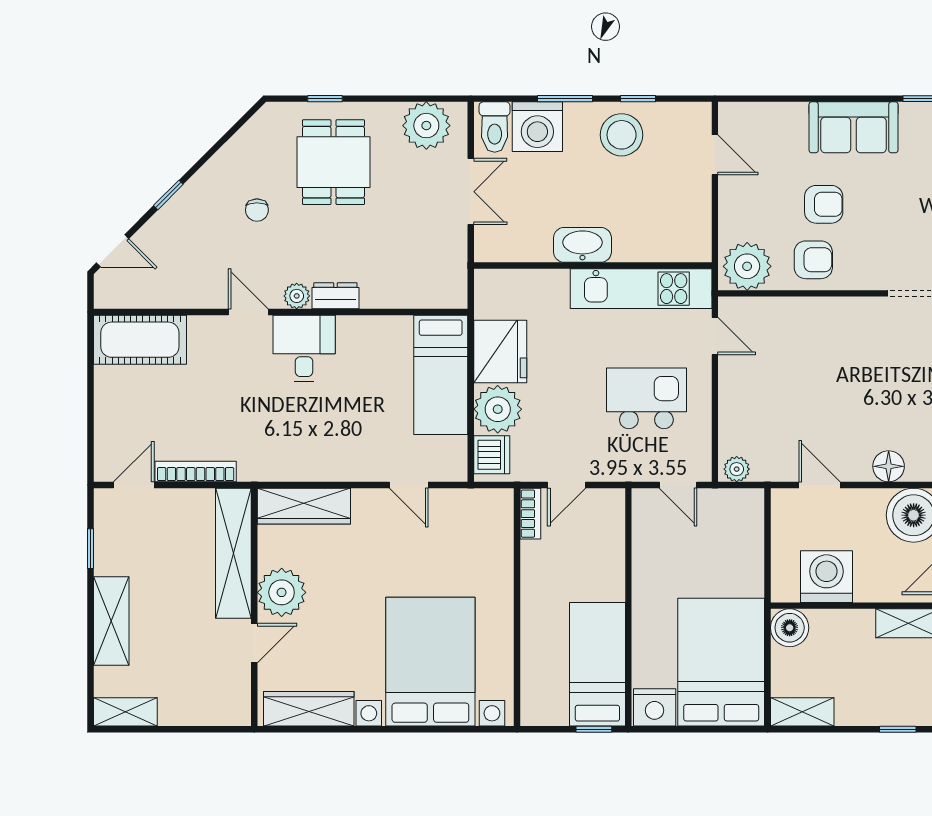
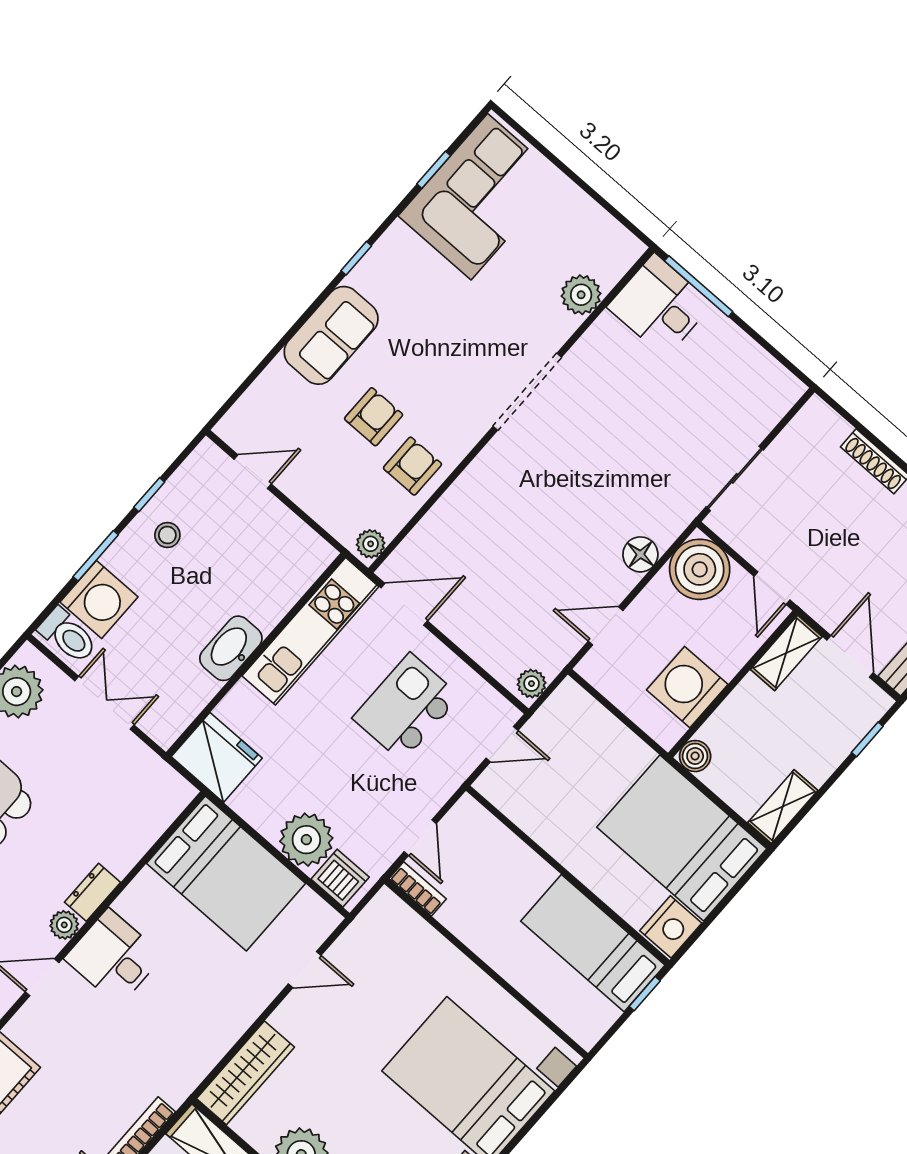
stool: (622, 135) -> (167, 535), width x0.53, depth x0.53
plant: (747, 266) -> (371, 544), width x0.53, depth x0.53
door: (715, 336) -> (404, 604), width x1.38
fridge: (500, 352) -> (217, 757), moved
bed: (441, 375) -> (226, 873), width x1.50
boiler: (790, 628) -> (695, 756), width x0.73, depth x0.73

